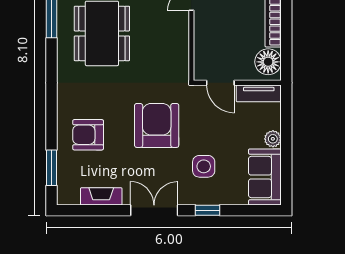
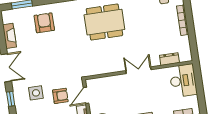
armchair: (157, 125) -> (60, 96), moved, width x0.53, depth x0.53

